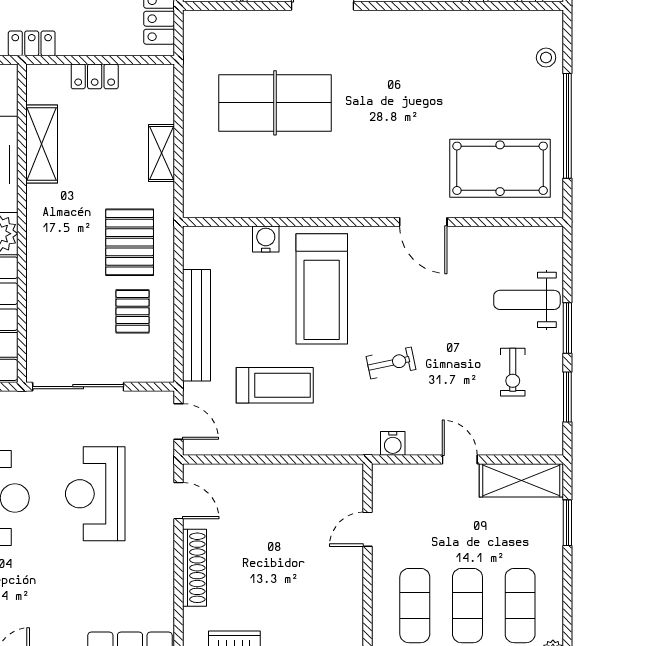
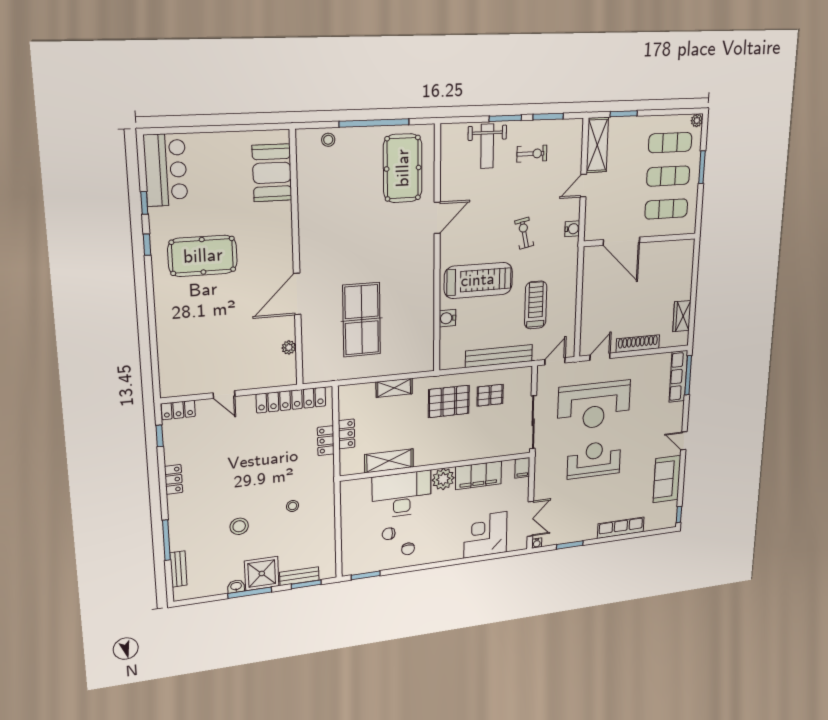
locker: (32, 43) -> (326, 441), moved
reception desk: (95, 494) -> (594, 405), width x1.36, depth x1.30
door: (368, 529) -> (621, 241), width x1.87

